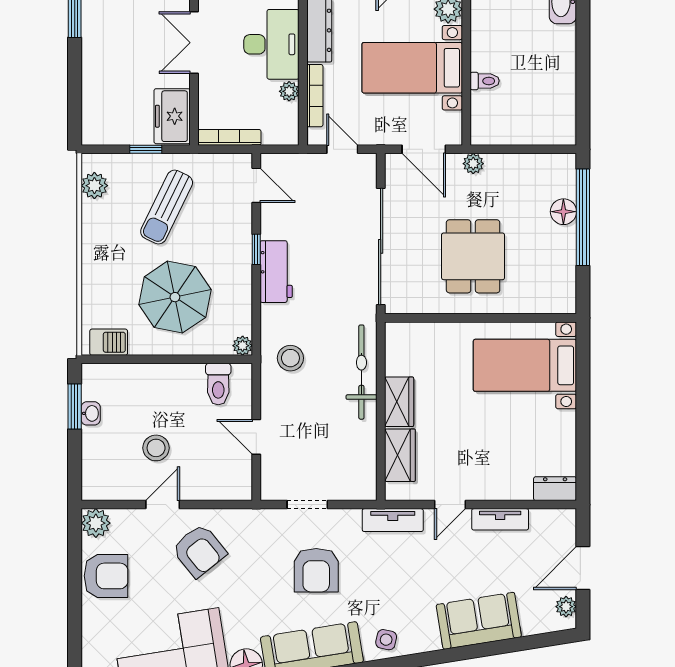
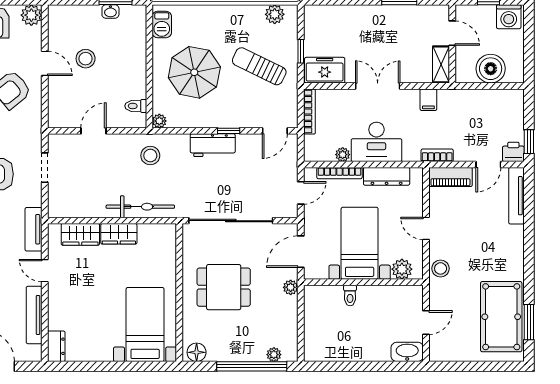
plant: (567, 187) -> (274, 355), added
floor lamp: (563, 212) -> (197, 352), moved
toilet: (218, 384) -> (136, 106), width x0.73, depth x0.72
tv unit: (500, 519) -> (34, 315), width x1.41

